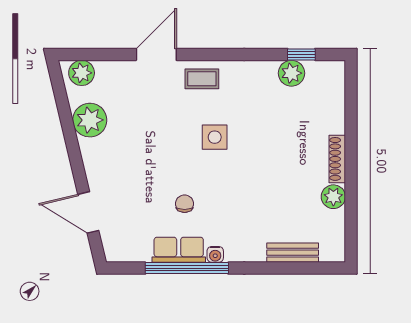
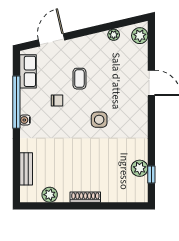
coffee table: (202, 79) -> (79, 79), moved
plant: (90, 120) -> (114, 35), width x0.53, depth x0.53
plant: (333, 197) -> (50, 195), moved
row of seats: (179, 250) -> (28, 71), moved

